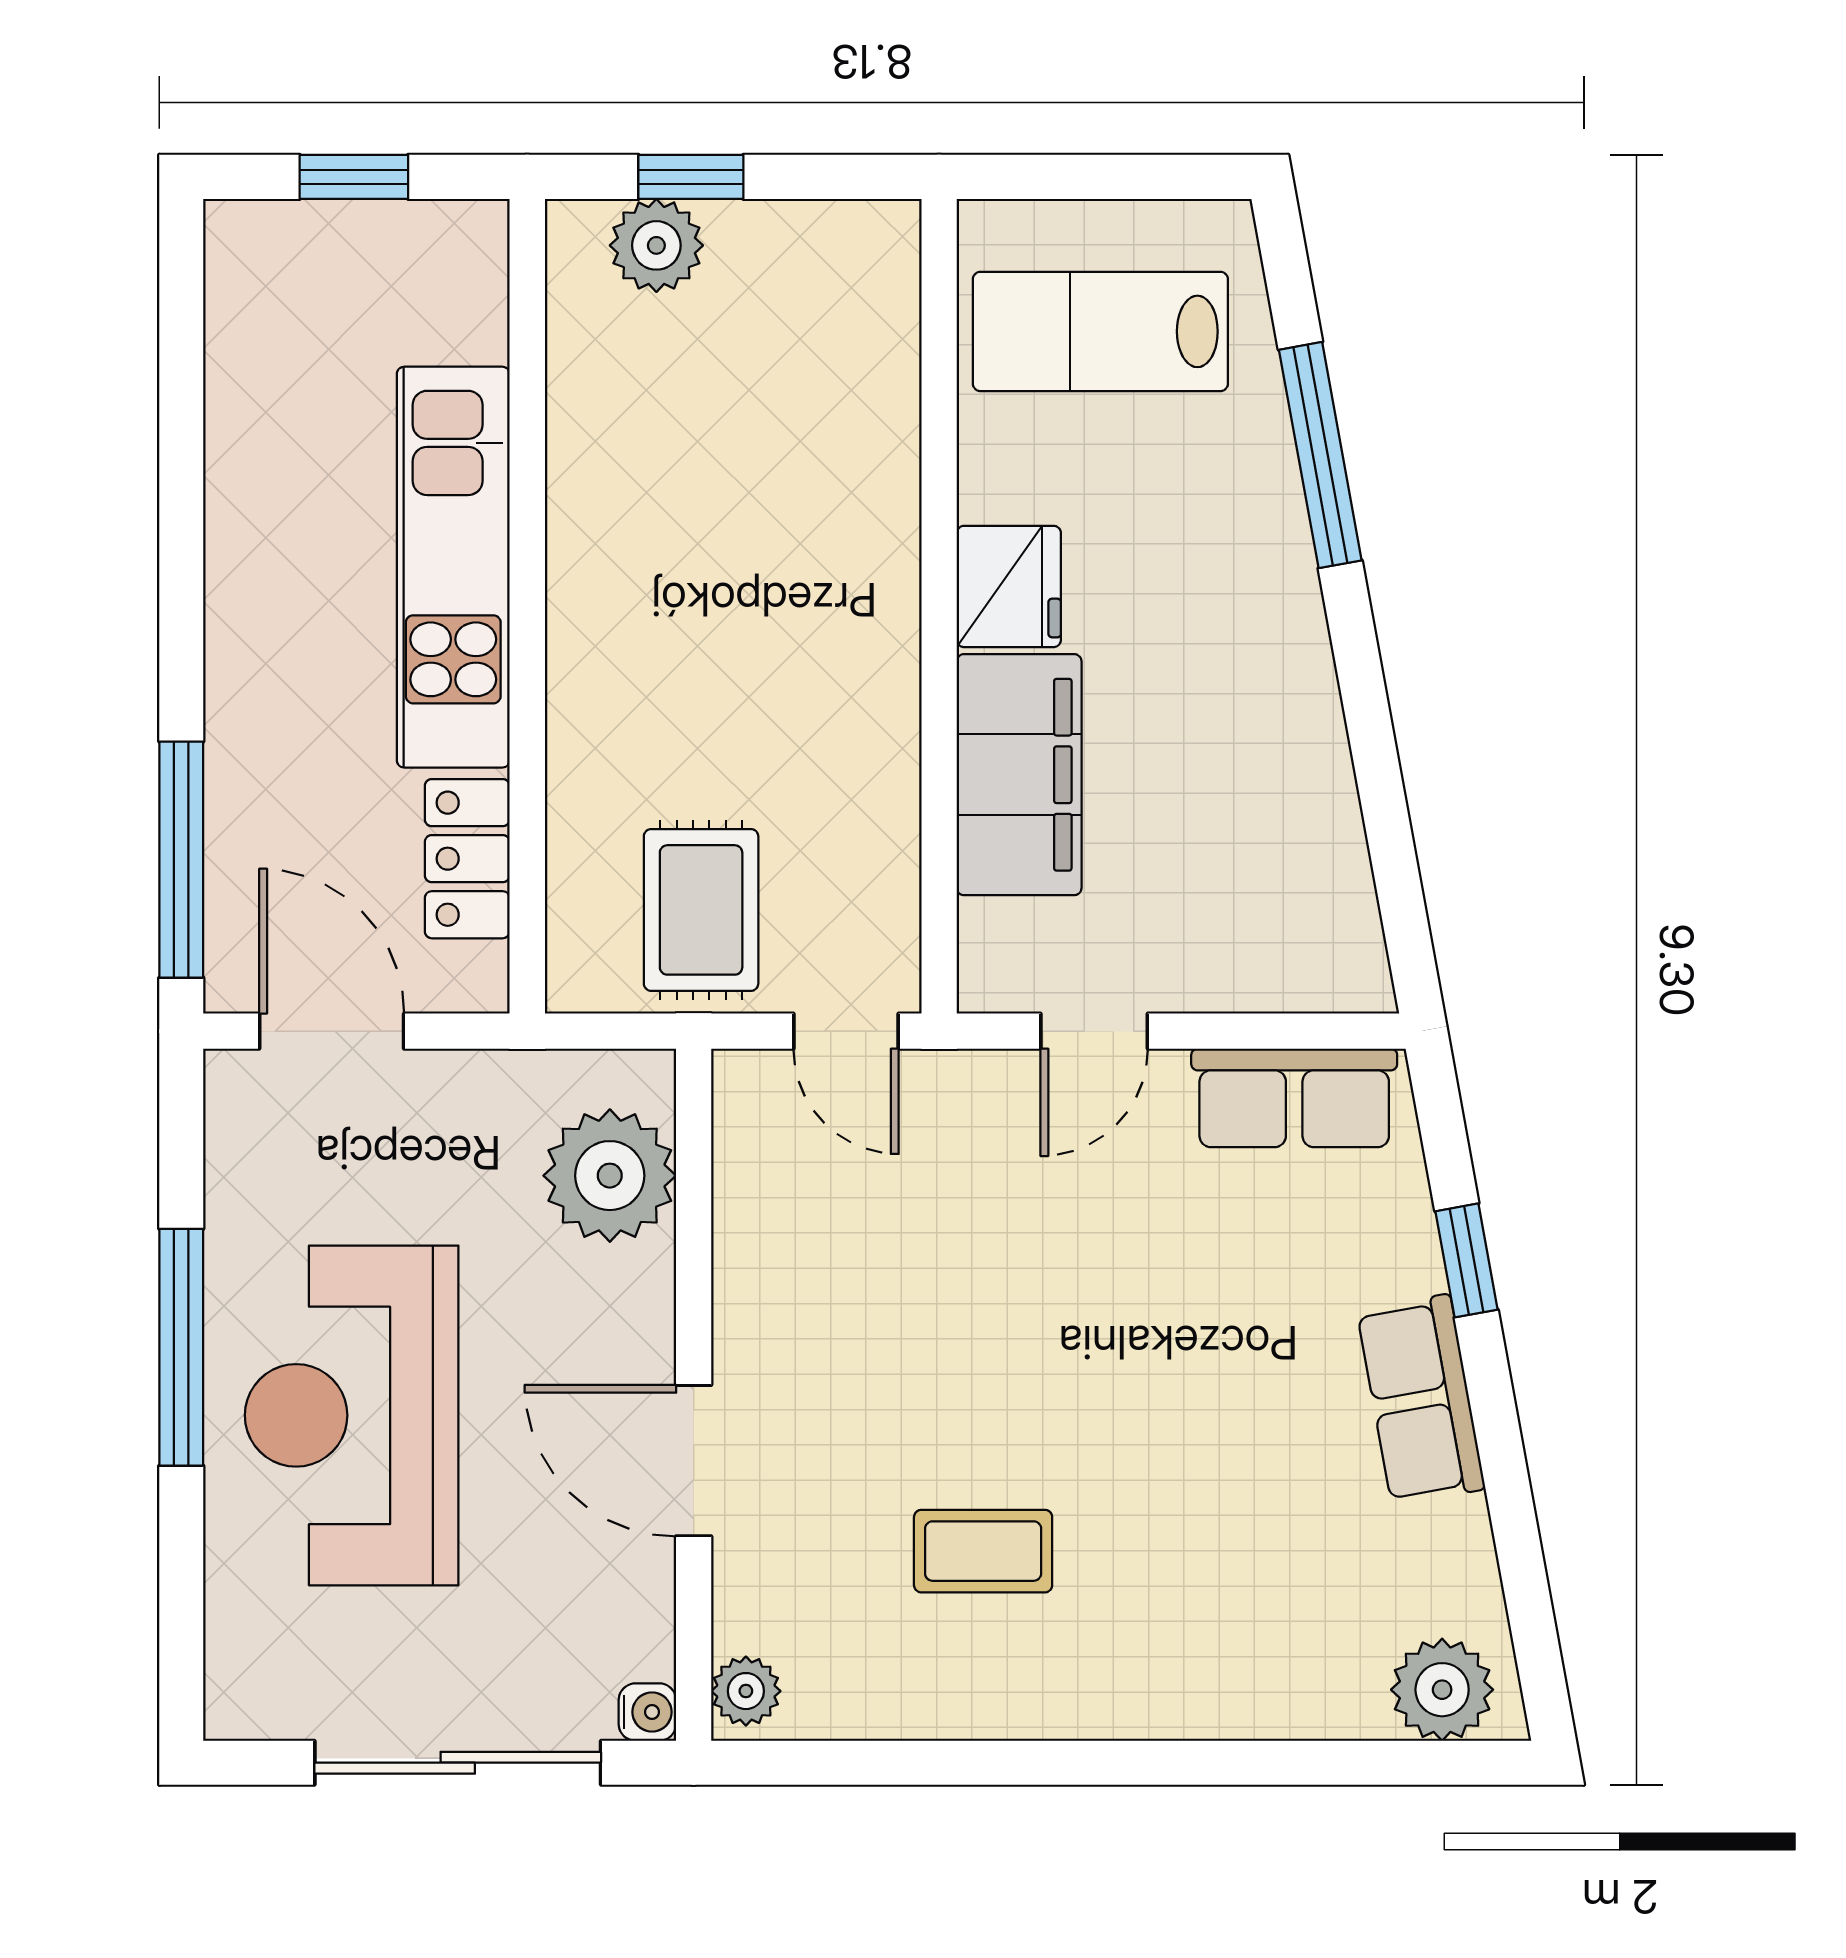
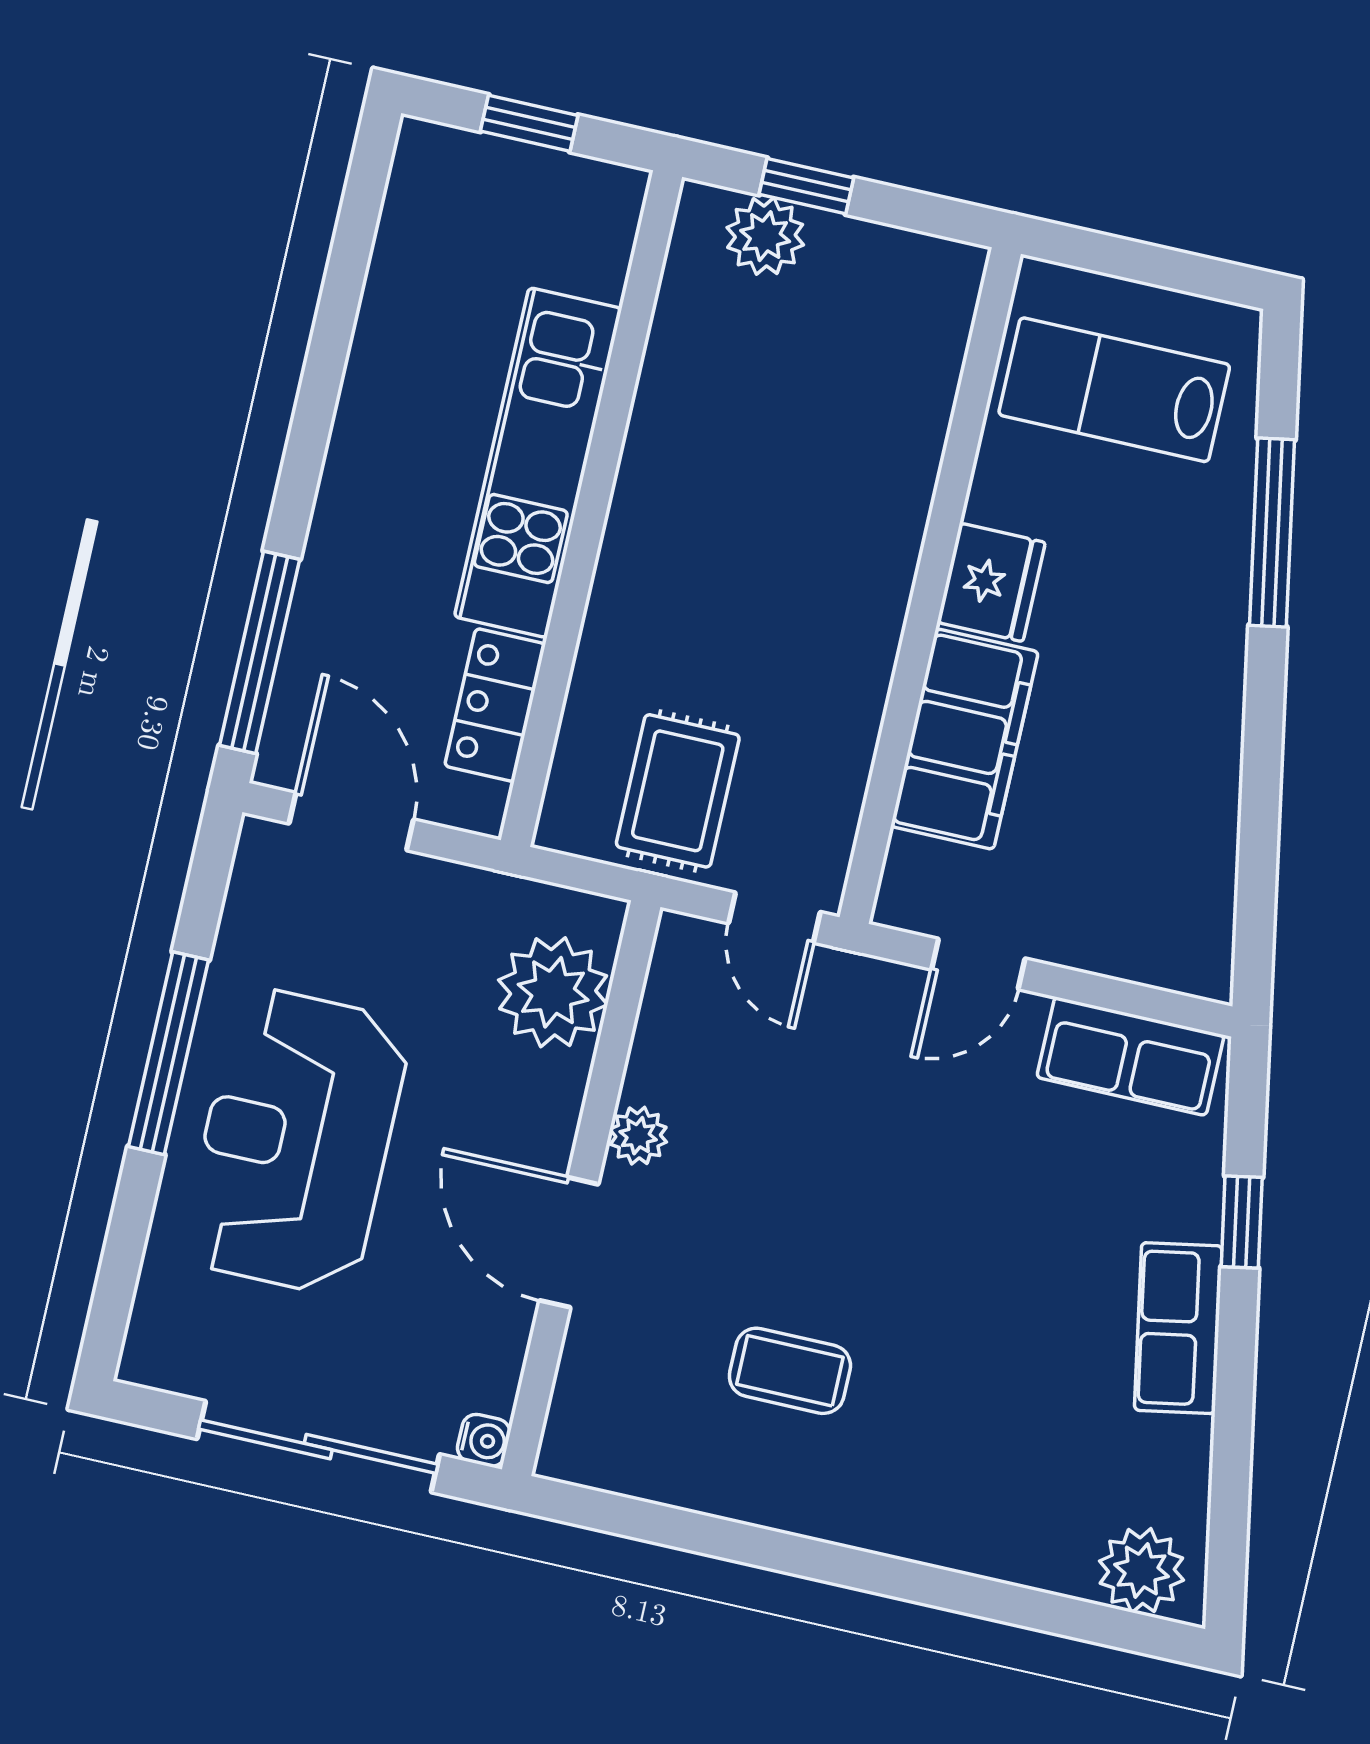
plant: (746, 1691) -> (638, 1136), moved

